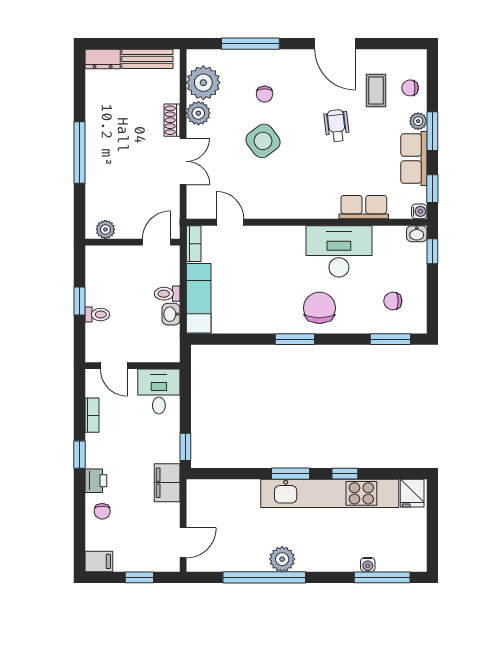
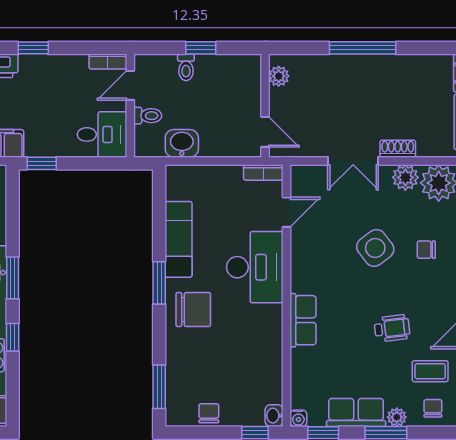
row of seats: (364, 207) -> (303, 320), moved
desk: (339, 251) -> (255, 267), moved
toilet: (167, 294) -> (148, 116), moved, turned 90
exam couch: (199, 298) -> (178, 239), moved, turned -90
chair: (393, 301) -> (209, 413), moved
washbasin: (171, 314) -> (182, 143), width x1.38, depth x1.45
bookcase: (92, 415) -> (108, 61), moved

